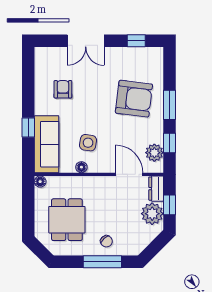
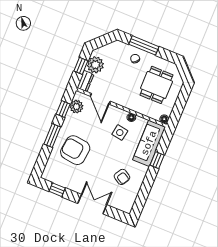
armchair: (63, 89) -> (122, 177), turned -59

